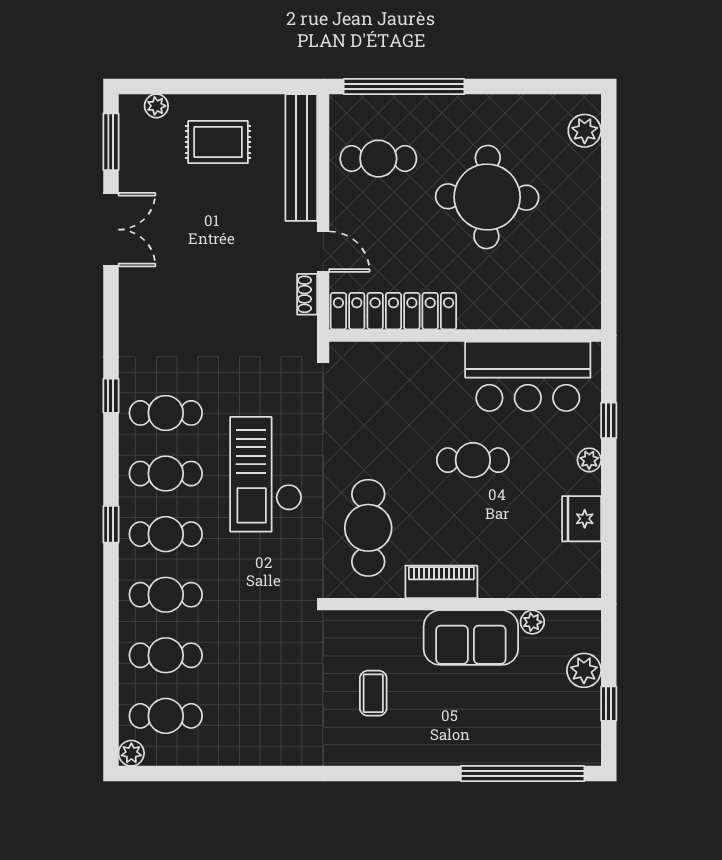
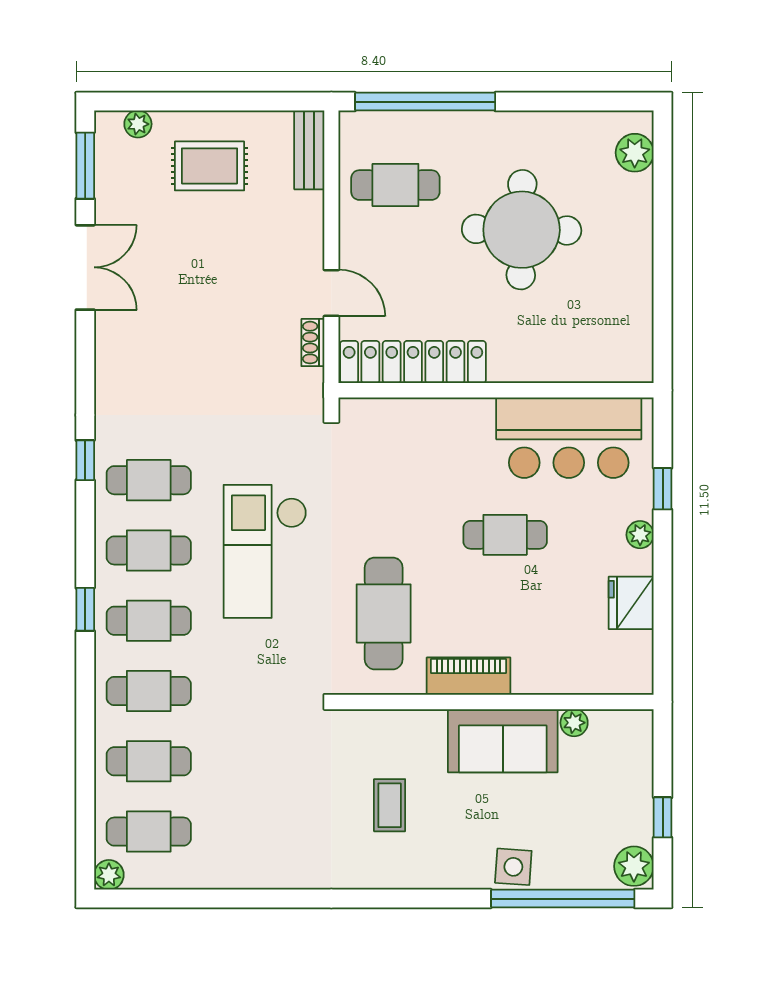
bench: (301, 158) -> (309, 150), width x0.54, depth x0.82
plant: (584, 670) -> (634, 866), moved
side table: (480, 746) -> (513, 867), added

